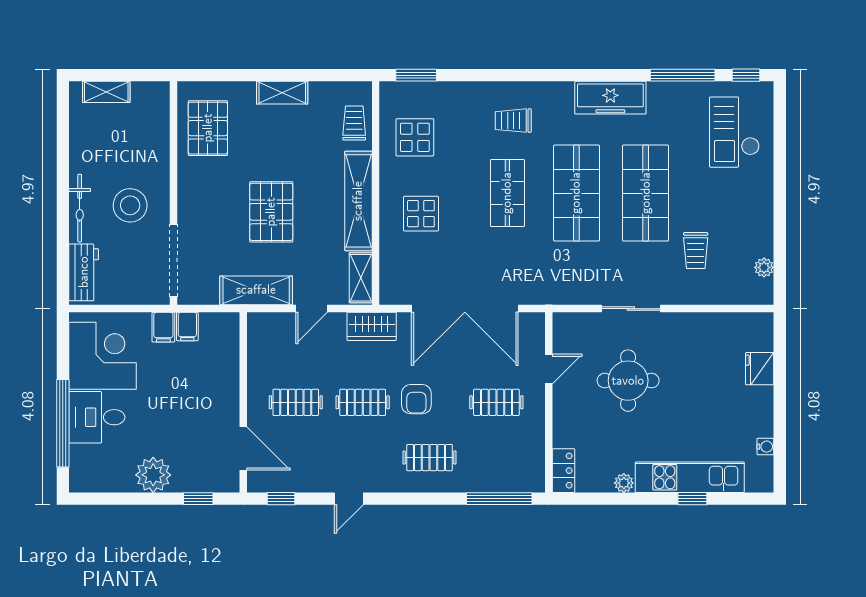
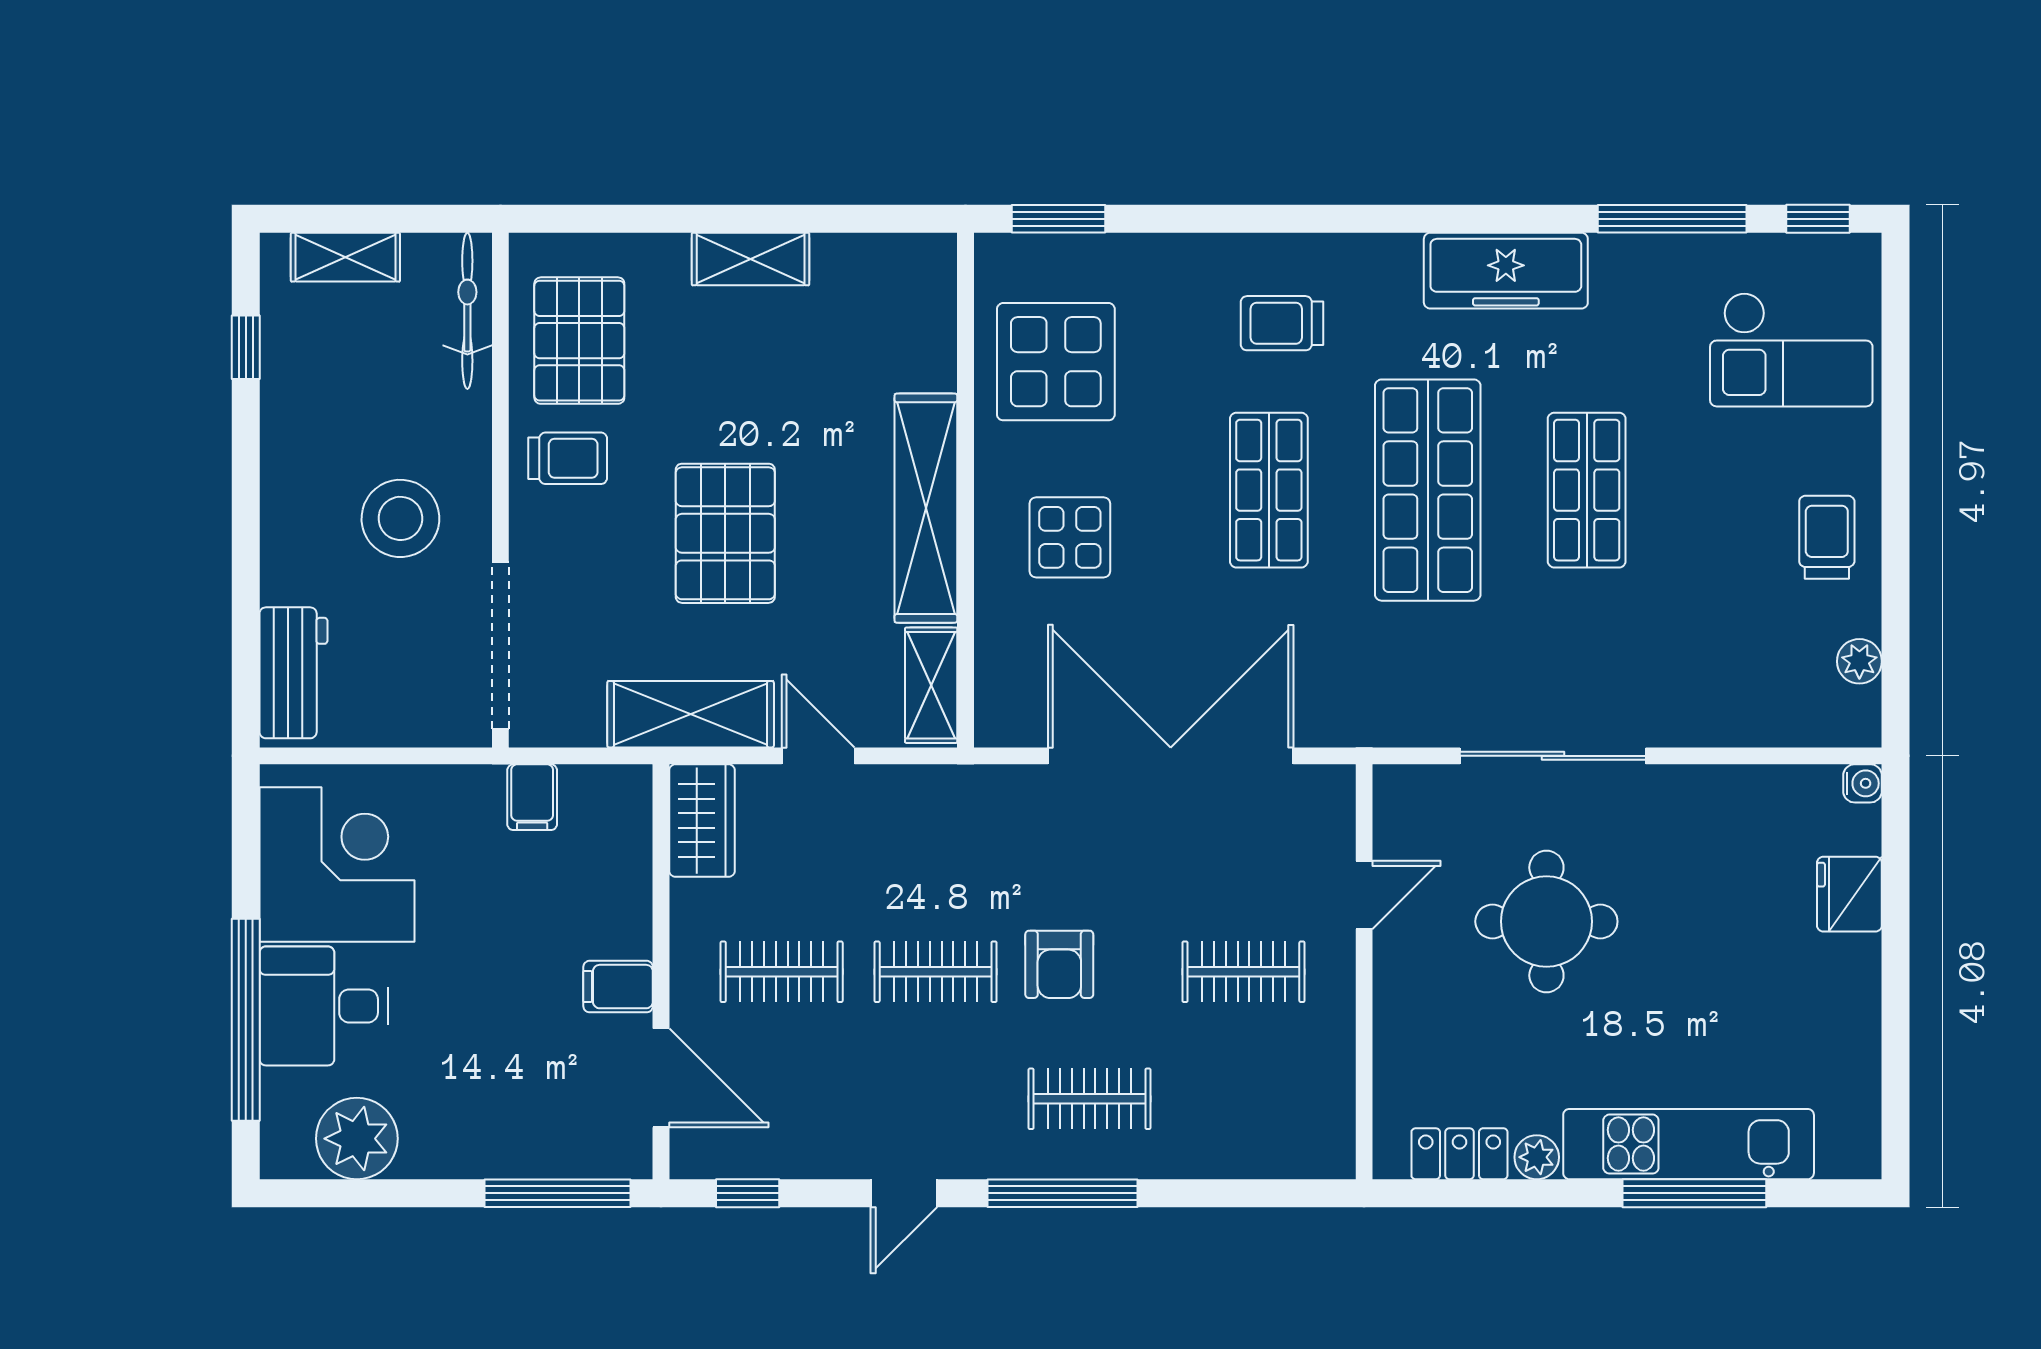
trolley: (354, 123) -> (568, 458), moved, turned 90
window: (63, 131) -> (246, 347), added
checkout: (734, 132) -> (1791, 350), turned -90
display table: (415, 137) -> (1056, 362), width x1.36, depth x1.36
shop shelf: (646, 193) -> (1587, 490), width x0.70, depth x0.74
bicycle: (80, 208) -> (467, 311), moved, turned 180
trolley: (696, 251) -> (1827, 537), moved, turned 180
door: (312, 309) -> (818, 756), swing flipped
double door: (465, 309) -> (1171, 756), swing flipped
sliding door: (631, 309) -> (1553, 756), width x1.37
wardrobe: (372, 326) -> (702, 821), moved, turned -90
filing cabinet: (163, 327) -> (618, 987), moved, turned 90
water cooler: (765, 447) -> (1863, 783), moved
locker: (564, 471) -> (1459, 1154), moved, turned -90
plant: (153, 475) -> (357, 1139), moved
window: (198, 499) -> (557, 1193), width x2.17
window: (499, 499) -> (1062, 1193), moved
window: (692, 499) -> (1694, 1193), width x2.17

